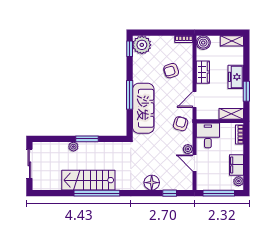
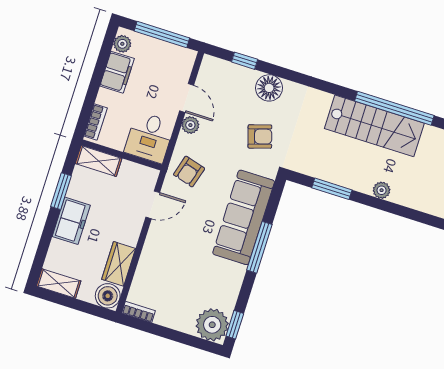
armchair: (171, 71) -> (260, 136), moved
wardrobe: (203, 72) -> (119, 264), moved
window: (87, 139) -> (332, 189), moved
window: (97, 193) -> (394, 108), moved

